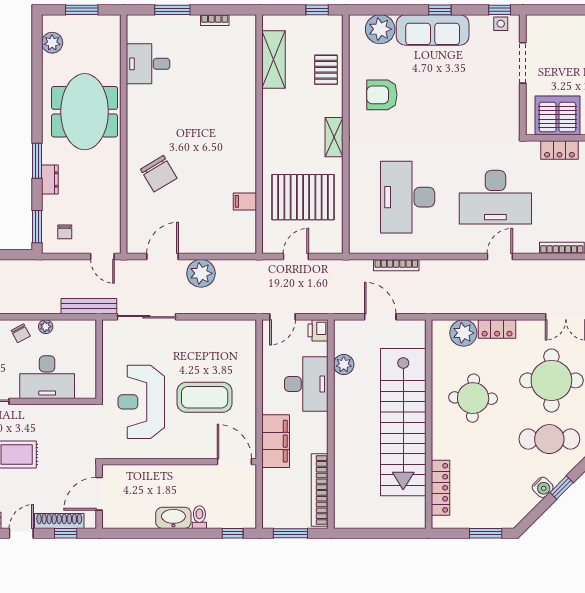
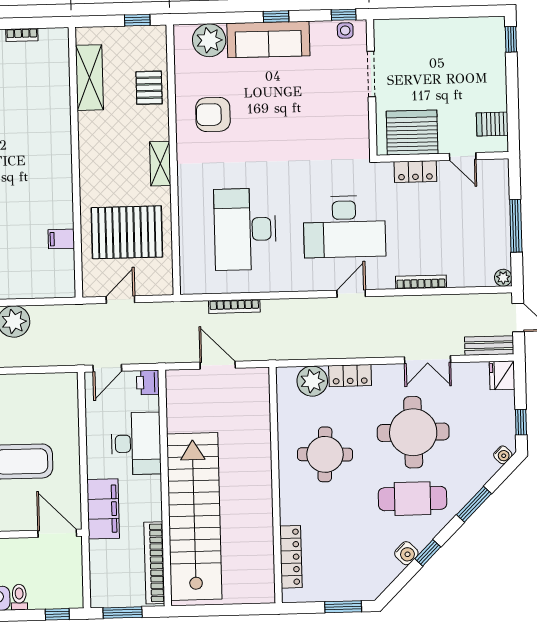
plant: (344, 365) -> (178, 420), removed
stairs: (403, 422) -> (194, 517), moved, turned 180

